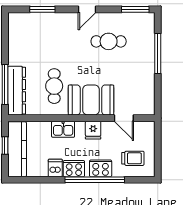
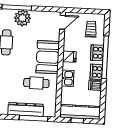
plant: (143, 62) -> (22, 18), added
dresser: (17, 91) -> (26, 110), moved
door: (124, 118) -> (62, 22), moved

